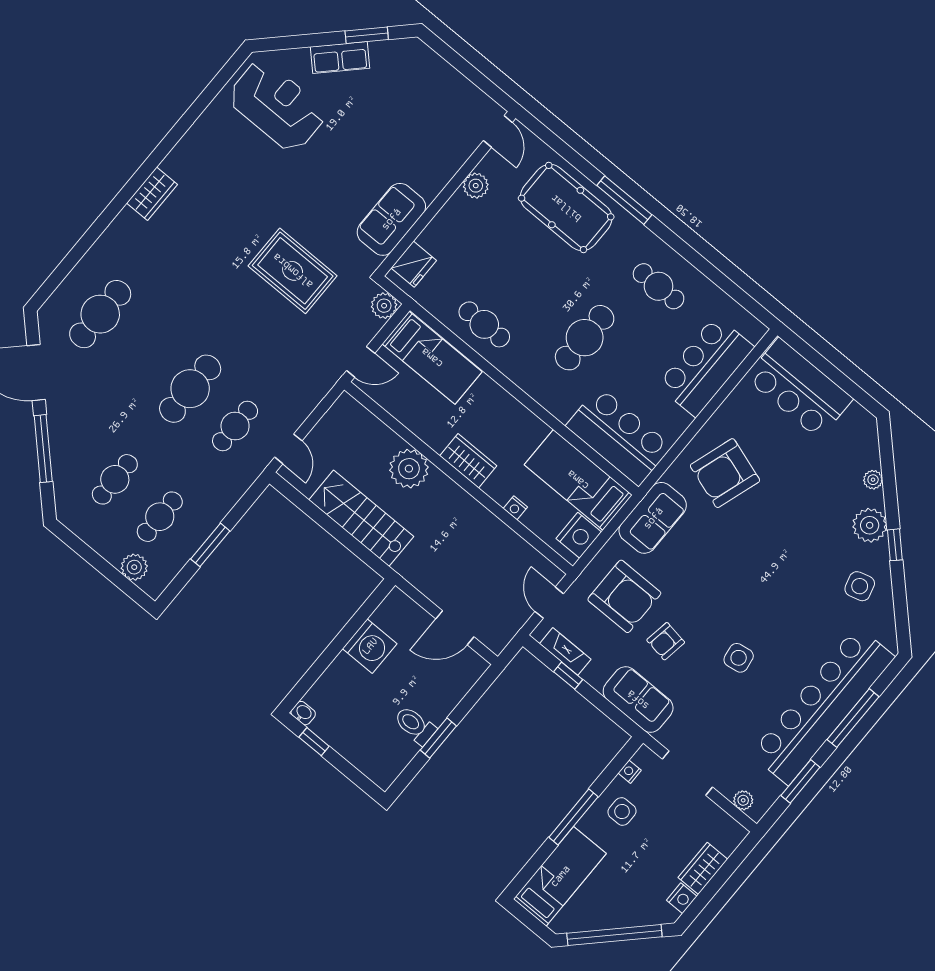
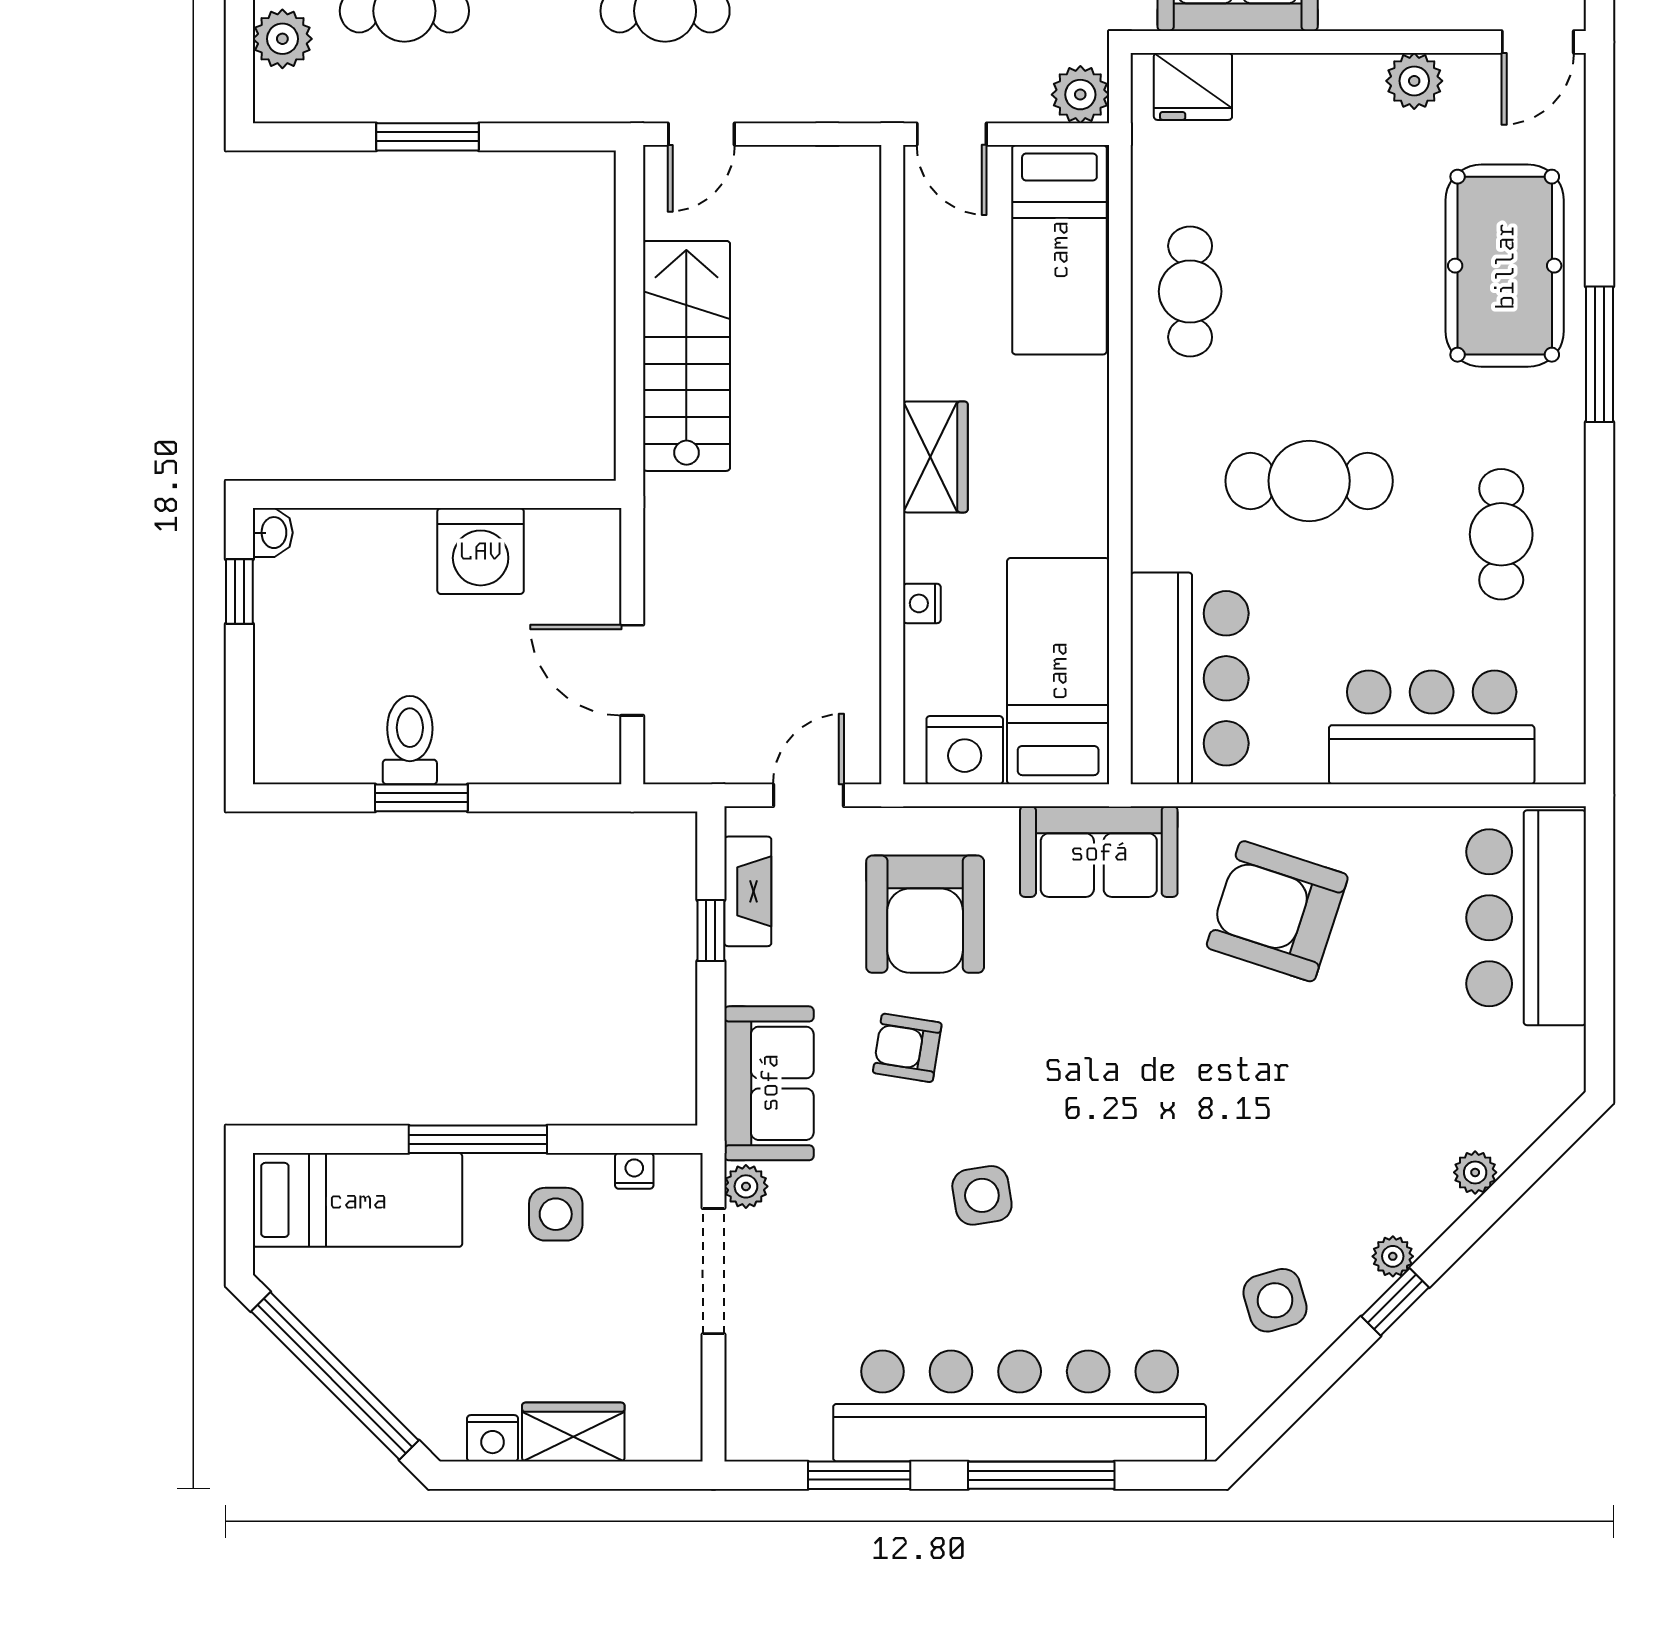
plant: (409, 469) -> (838, 367), removed
plant: (870, 525) -> (1393, 1256), width x0.53, depth x0.53
plant: (743, 800) -> (746, 1186), moved

